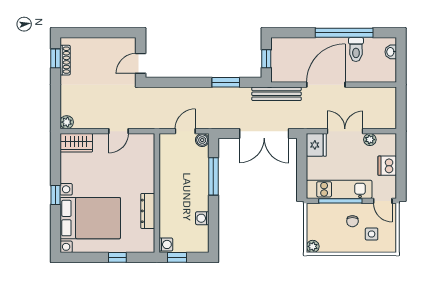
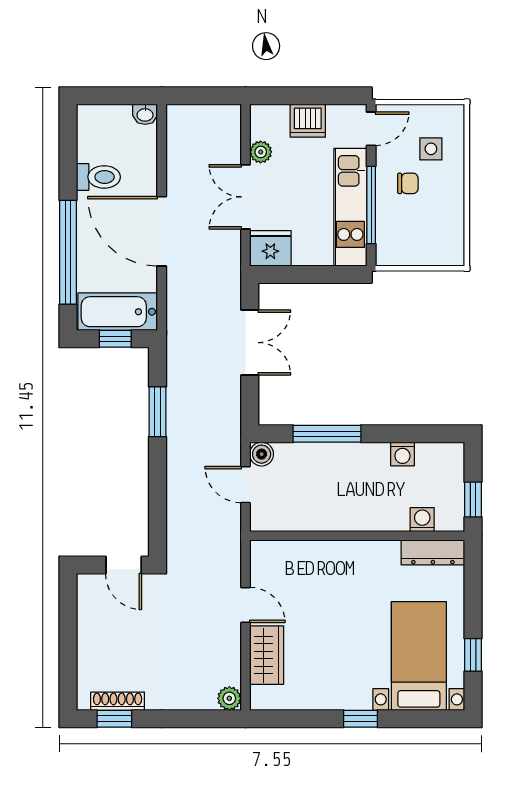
window: (344, 33) -> (68, 252), moved
washbasin: (391, 52) -> (145, 114), moved
bathtub: (281, 60) -> (118, 312), added
bench: (277, 94) -> (178, 320), removed
double door: (264, 133) -> (250, 343), width x0.73
wardrobe: (76, 143) -> (267, 655), moved
dresser: (148, 211) -> (433, 552), moved
bed with nightstands: (90, 218) -> (419, 656), width x0.73
washing machine: (166, 244) -> (422, 520), moved
plant: (313, 246) -> (453, 255), removed
window: (117, 257) -> (473, 655), moved

